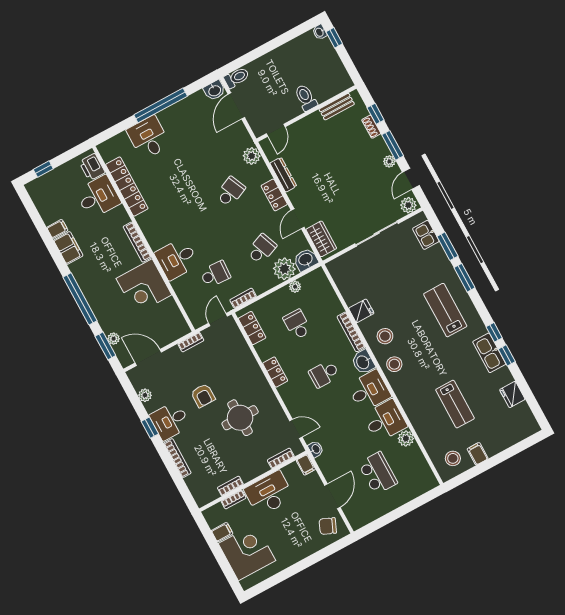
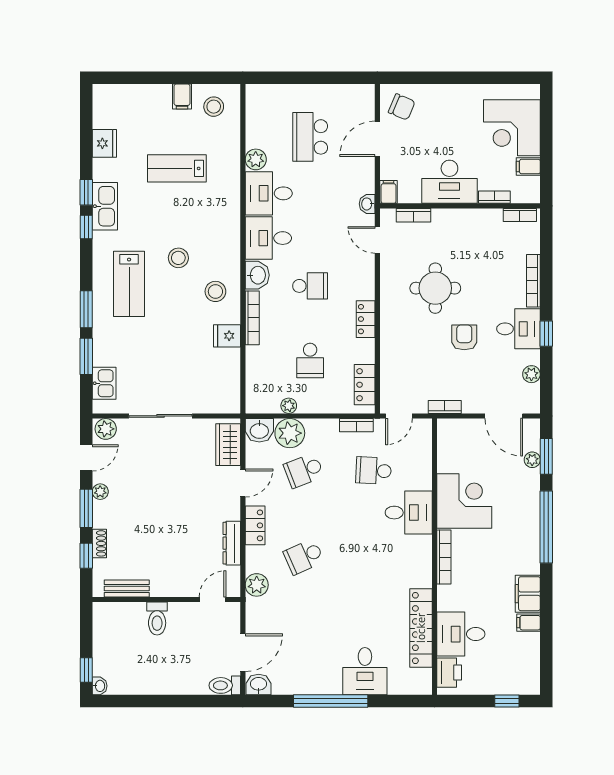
stool: (394, 364) -> (178, 258), moved
lab bench: (455, 404) -> (177, 168), turned -90
bookcase: (230, 486) -> (520, 215), moved

